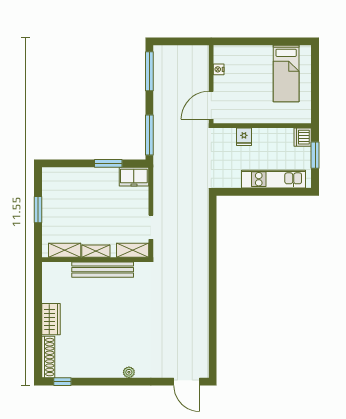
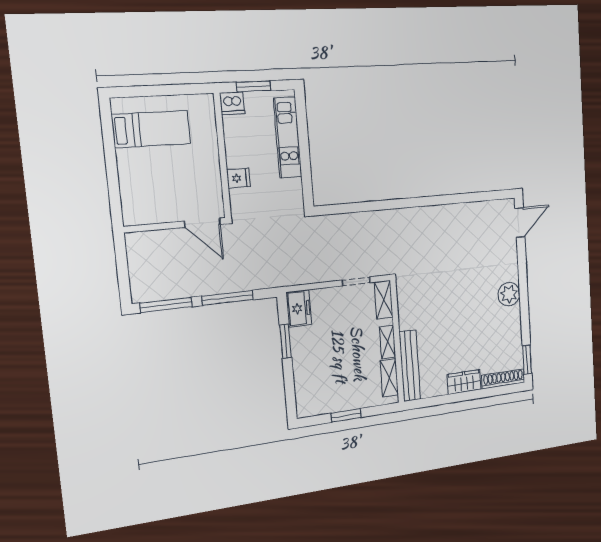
nightstand: (219, 69) -> (155, 217), removed
window: (149, 135) -> (228, 298), moved
bench: (103, 270) -> (410, 366), moved
plant: (129, 372) -> (509, 294), width x1.88, depth x1.88
window: (62, 382) -> (527, 360), width x1.50

